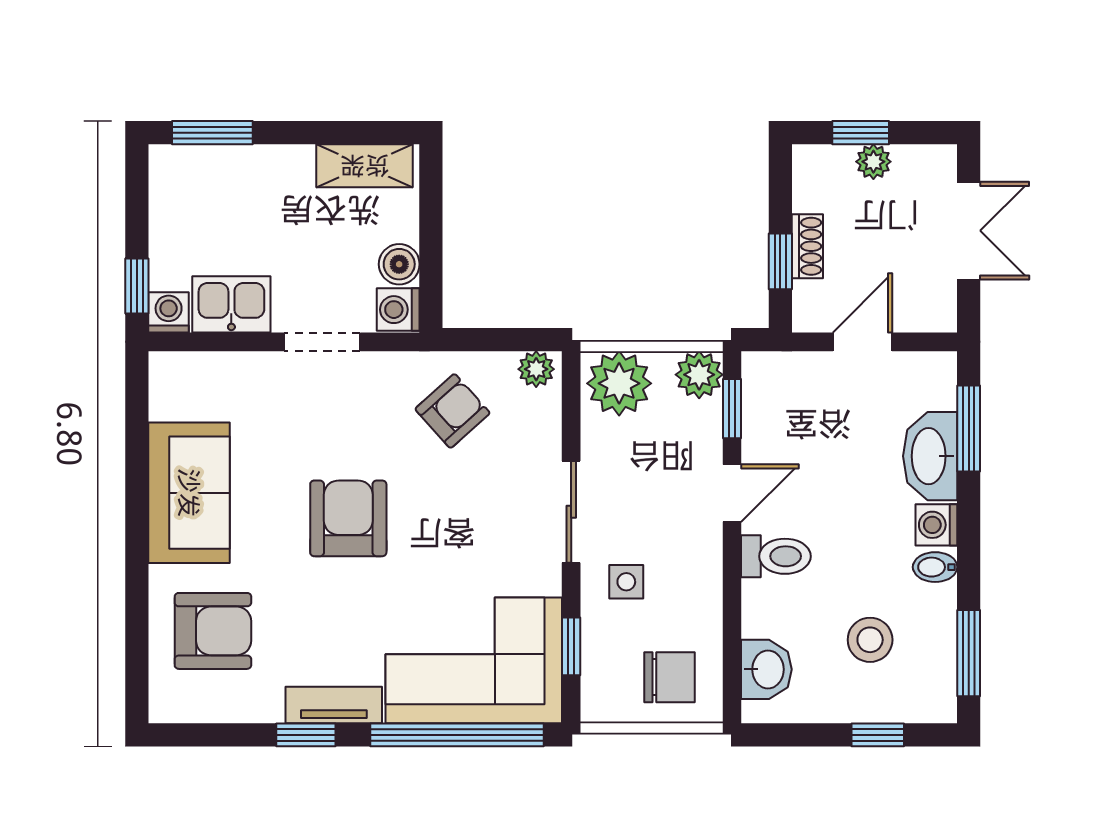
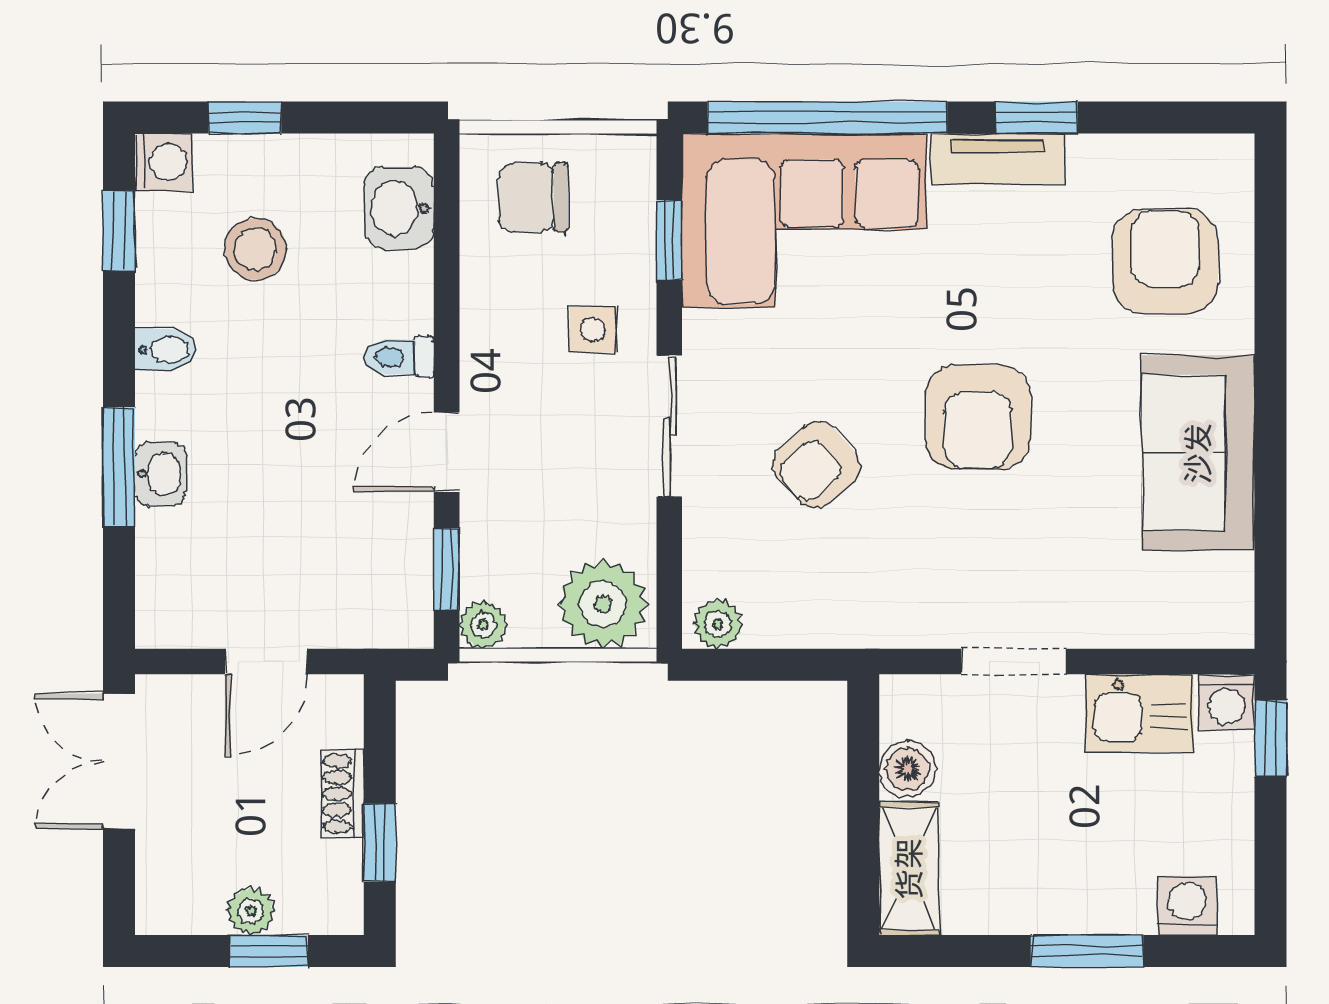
window: (212, 133) -> (1087, 951), moved
shelving: (365, 166) -> (909, 869), moved, turned 90
double door: (969, 231) -> (119, 761), moved
window: (780, 261) -> (380, 843), moved
washing machine: (398, 310) -> (1187, 905), moved, turned -90
plant: (699, 375) -> (483, 625), width x0.73, depth x0.73
armchair: (452, 411) -> (817, 465), moved
window: (969, 428) -> (119, 467), moved
washbasin: (930, 456) -> (161, 474), width x0.52, depth x0.69
washing machine: (936, 525) -> (164, 162), moved
toilet: (776, 556) -> (399, 357), width x0.73, depth x0.72
armchair: (213, 631) -> (1165, 261), turned 90
window: (969, 653) -> (119, 231), width x0.67

